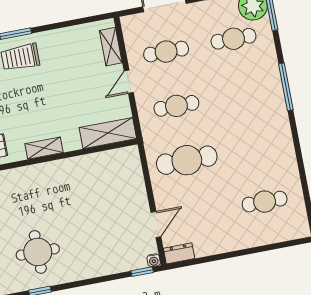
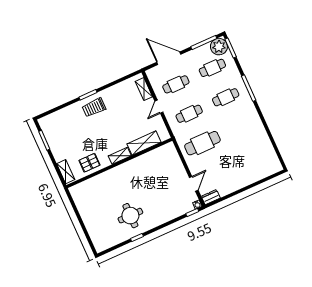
shelving: (108, 133) -> (144, 143), moved
cafe table: (265, 202) -> (226, 97), moved

